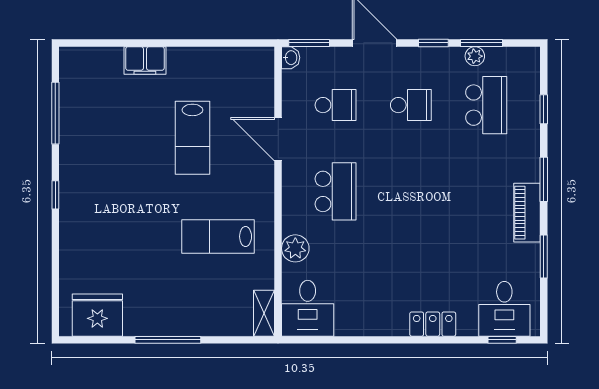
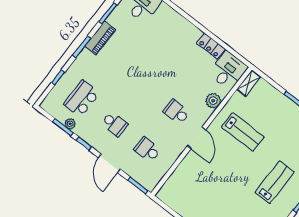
washbasin: (291, 58) -> (151, 185), removed
school desk: (411, 105) -> (114, 124), turned 180
lab bench: (192, 138) -> (275, 182), moved
door: (278, 139) -> (197, 138), moved
school desk: (336, 191) -> (176, 112), width x0.54
locker: (433, 324) -> (211, 46), moved

